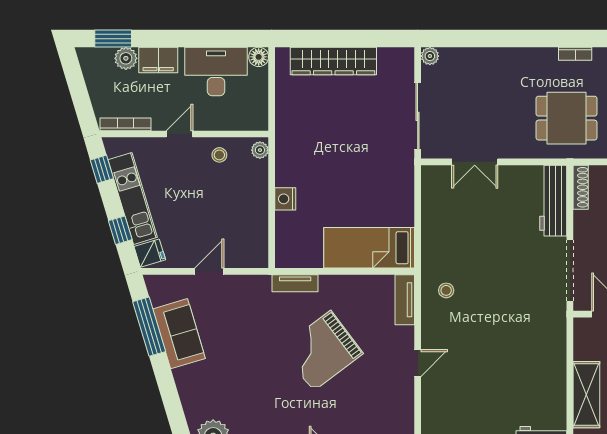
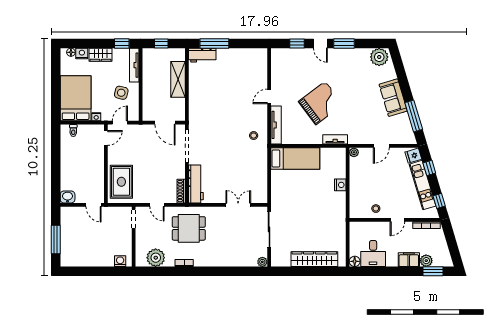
desk: (216, 71) -> (373, 254), width x0.73
plant: (260, 150) -> (354, 152), moved
tv unit: (405, 300) -> (276, 125), width x1.41
sofa: (179, 334) -> (393, 98), moved

